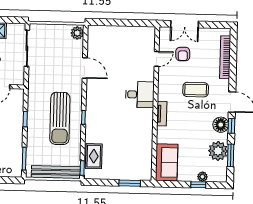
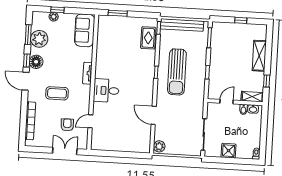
sun lounger: (60, 118) -> (177, 72), turned 180

